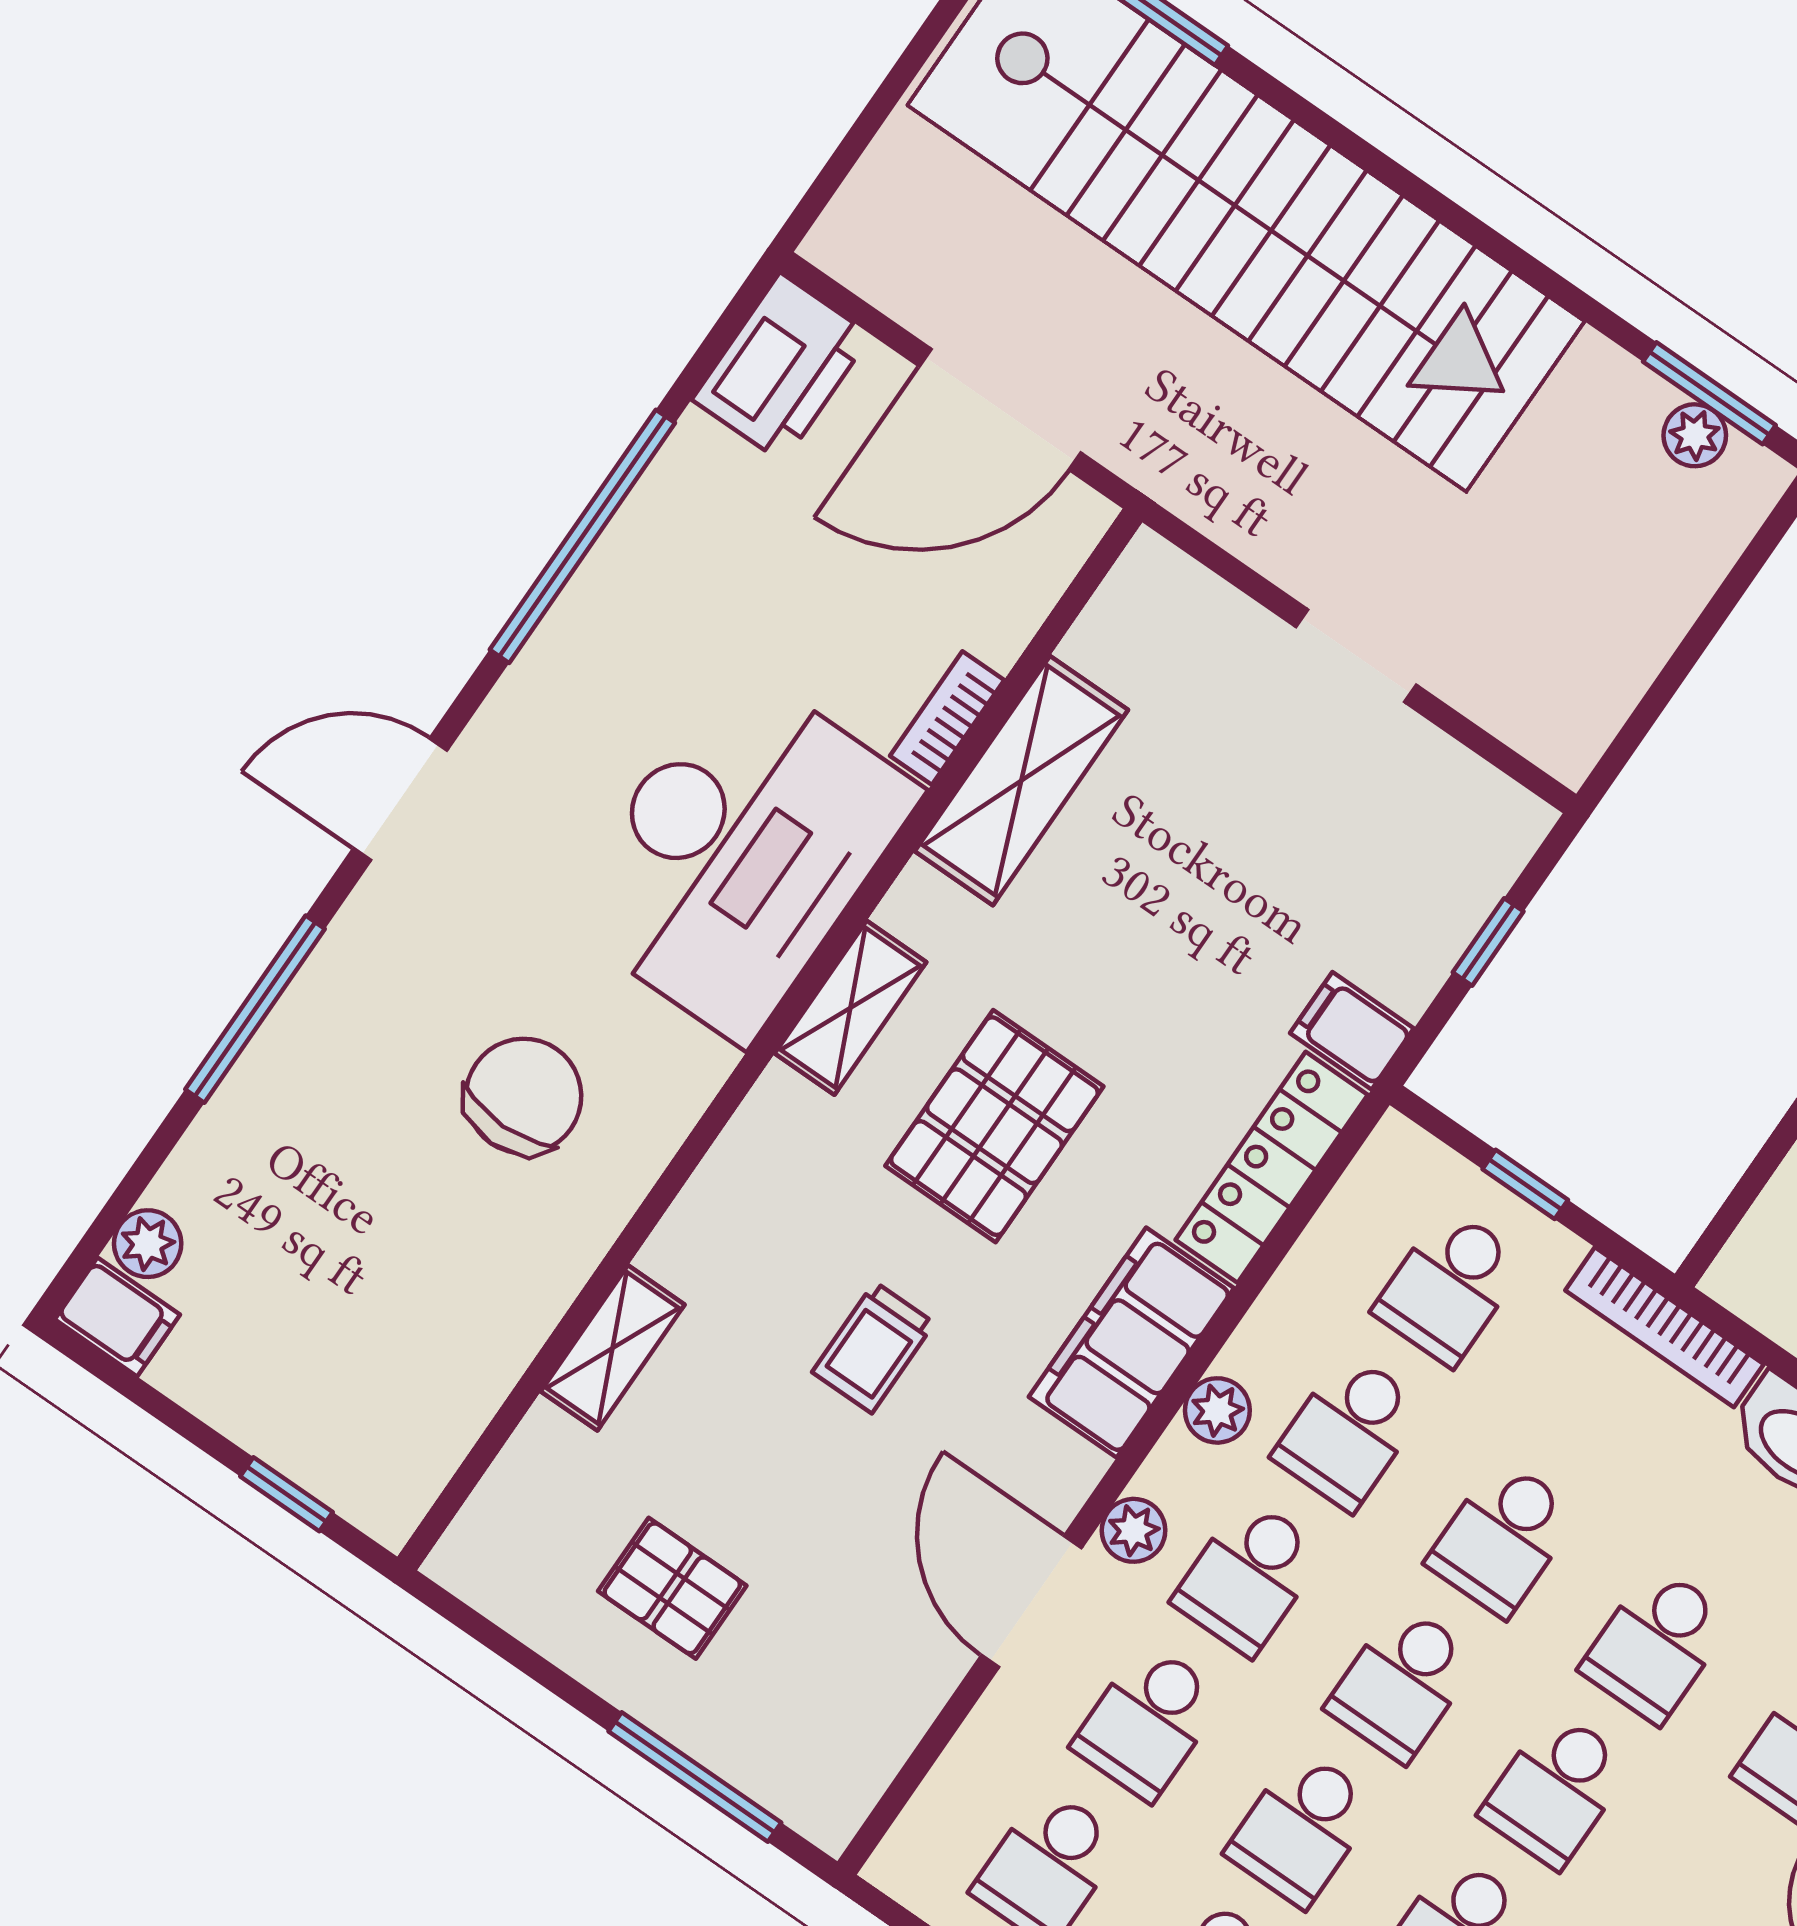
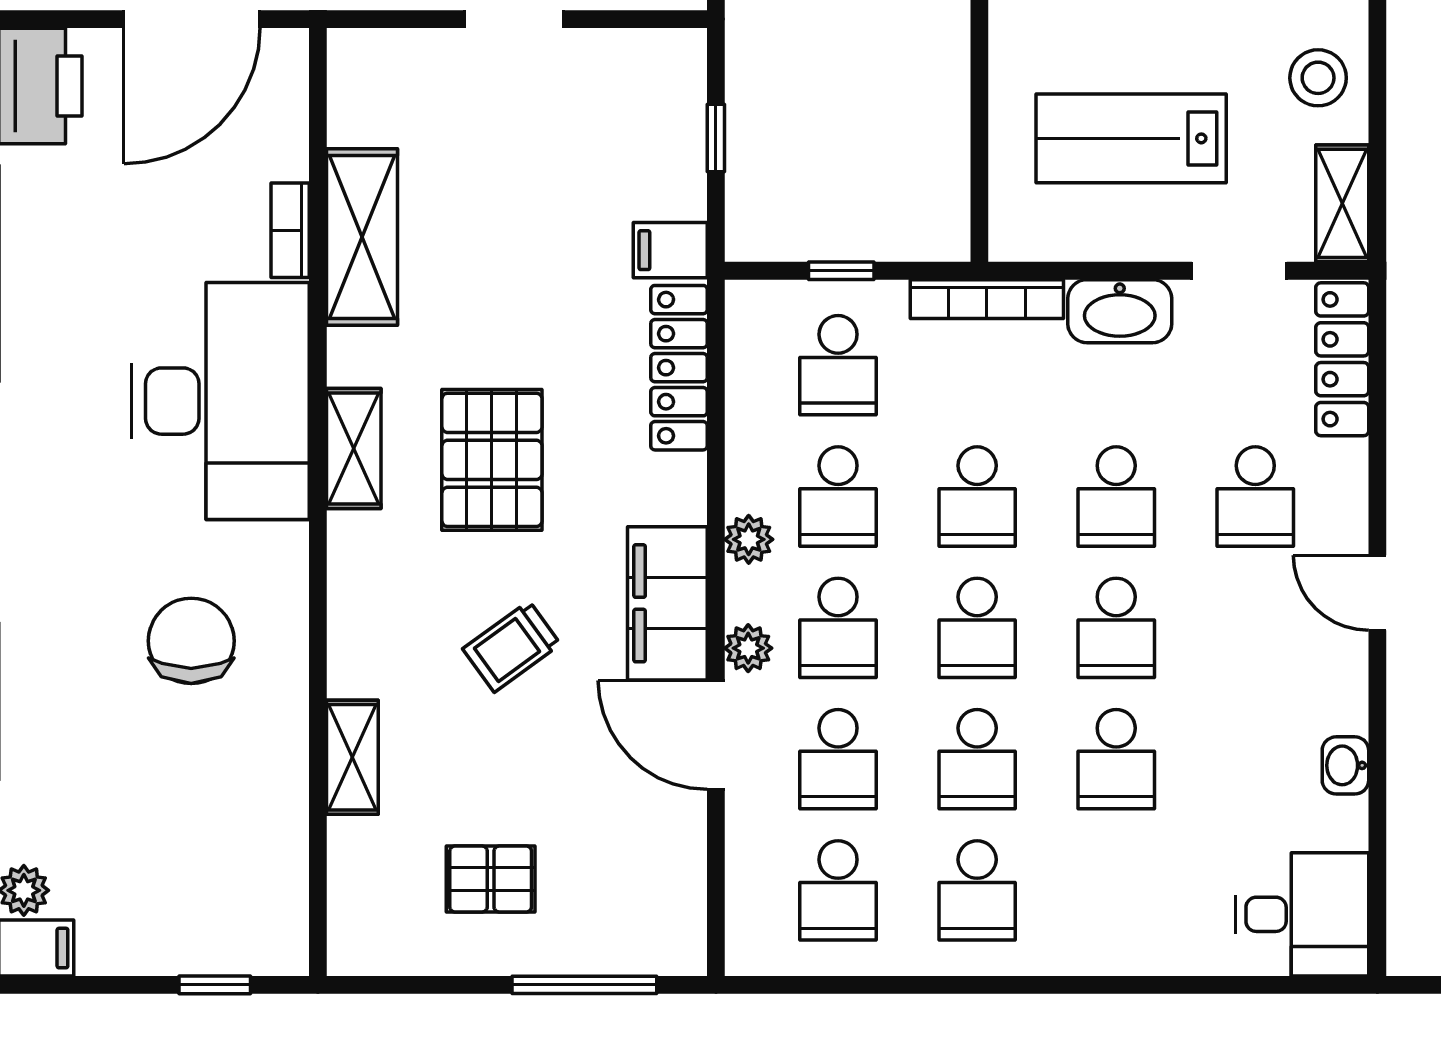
filing cabinet: (1131, 1343) -> (667, 603), moved
trolley: (873, 1347) -> (512, 647), turned 54

